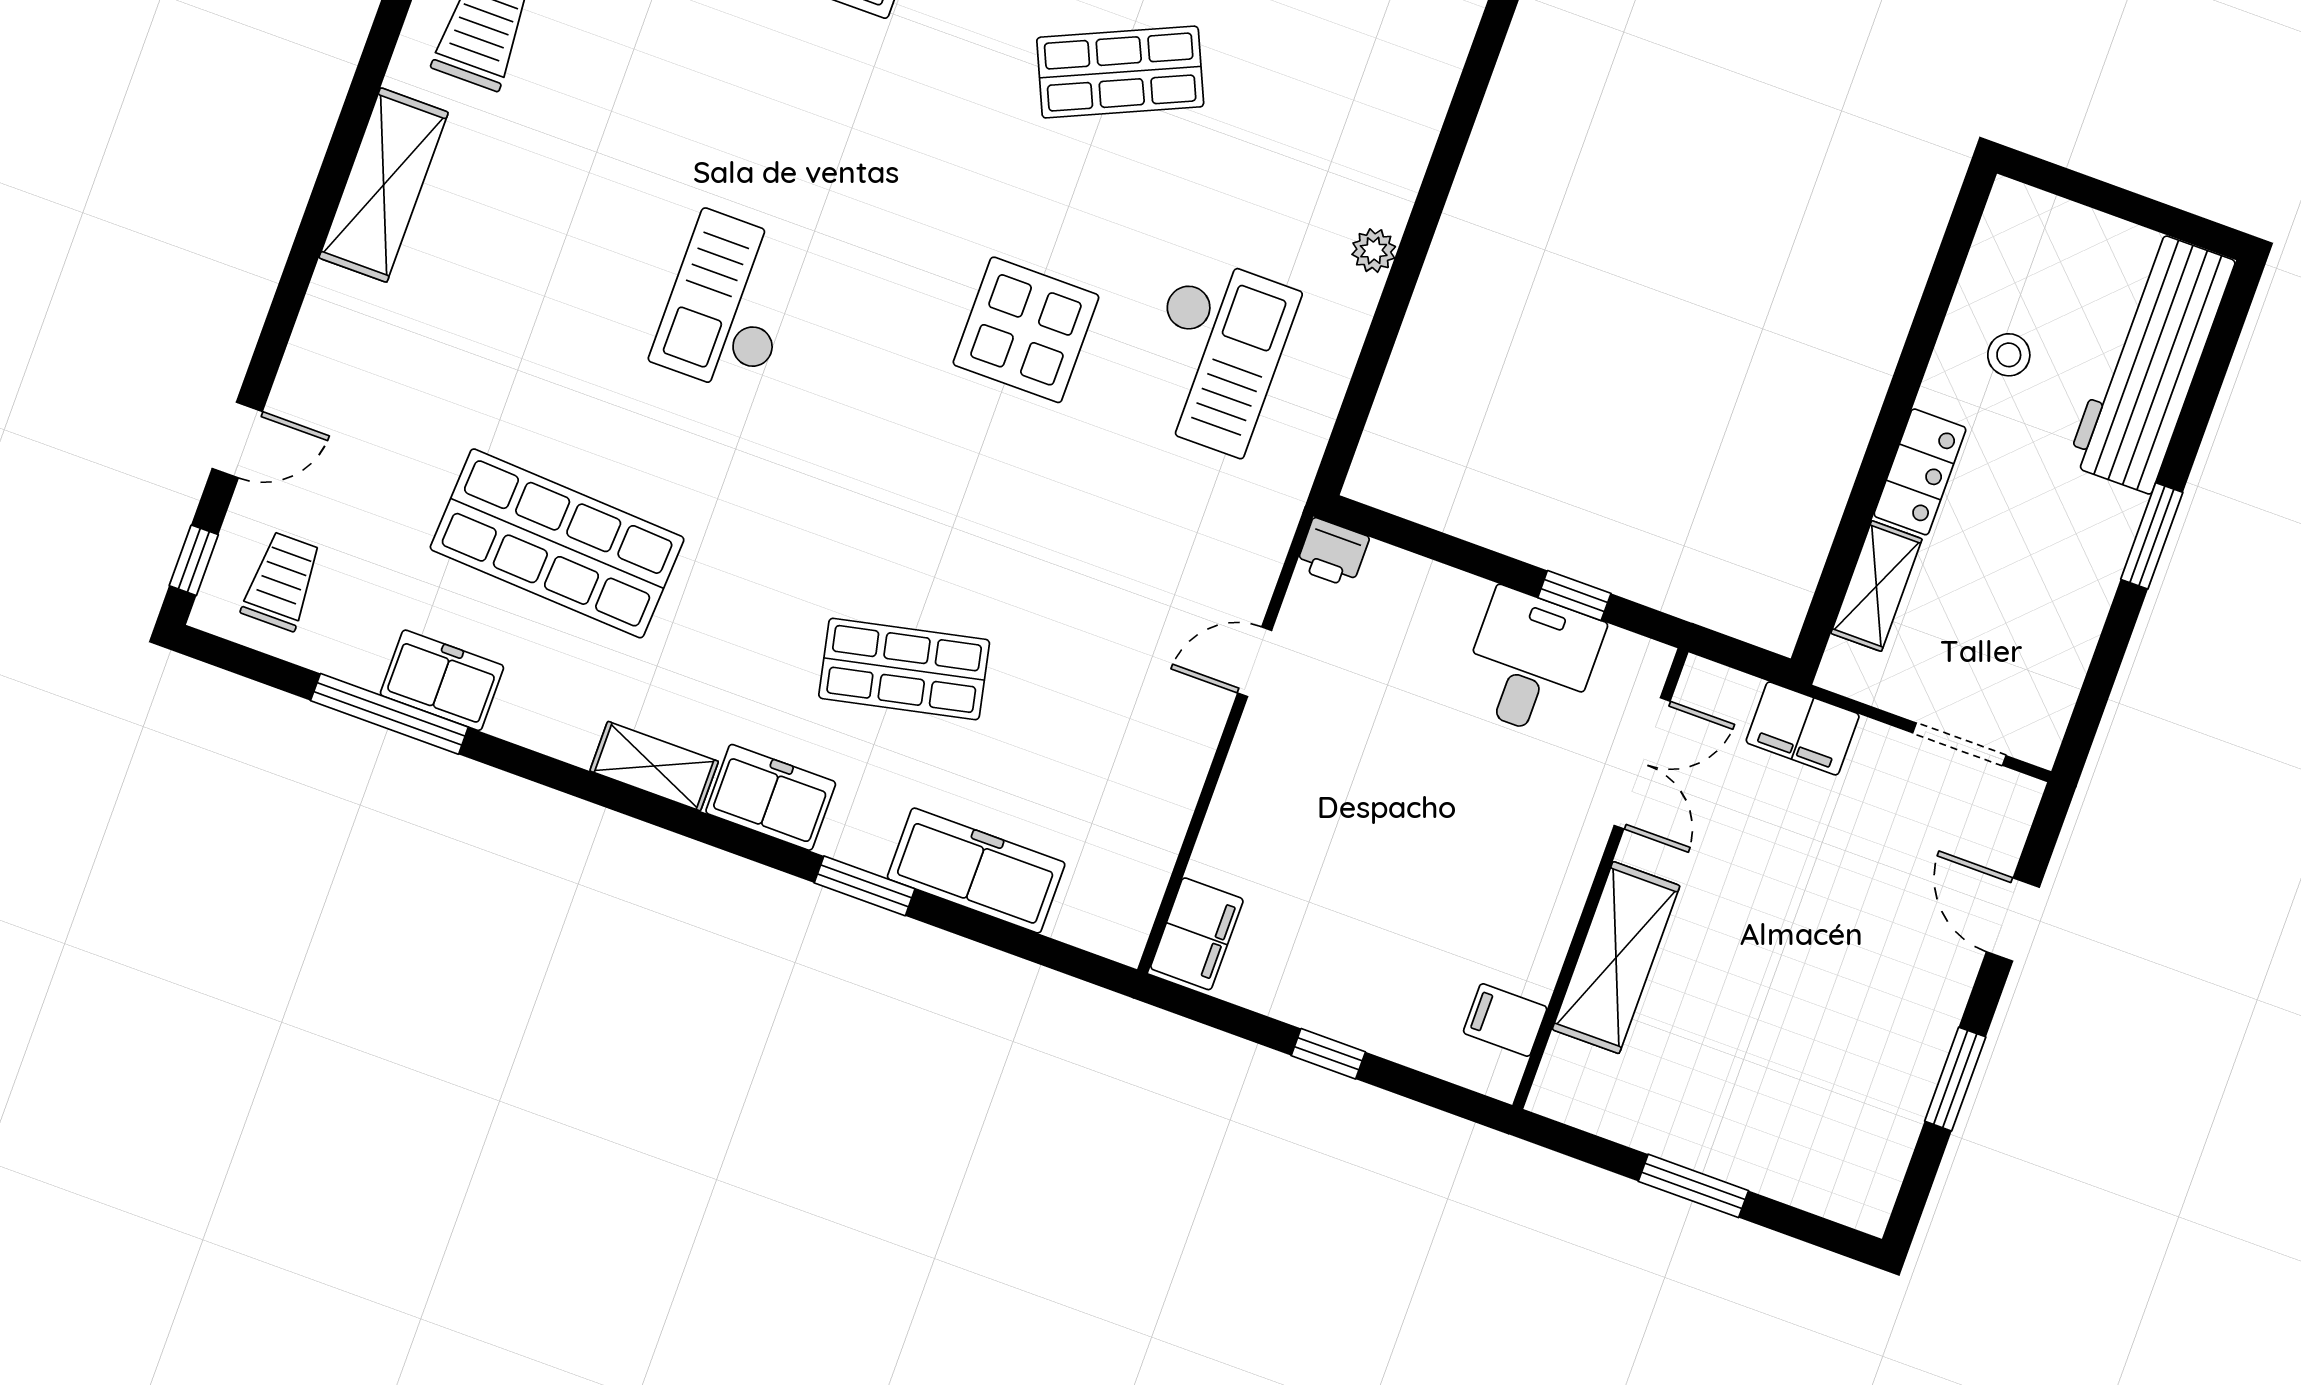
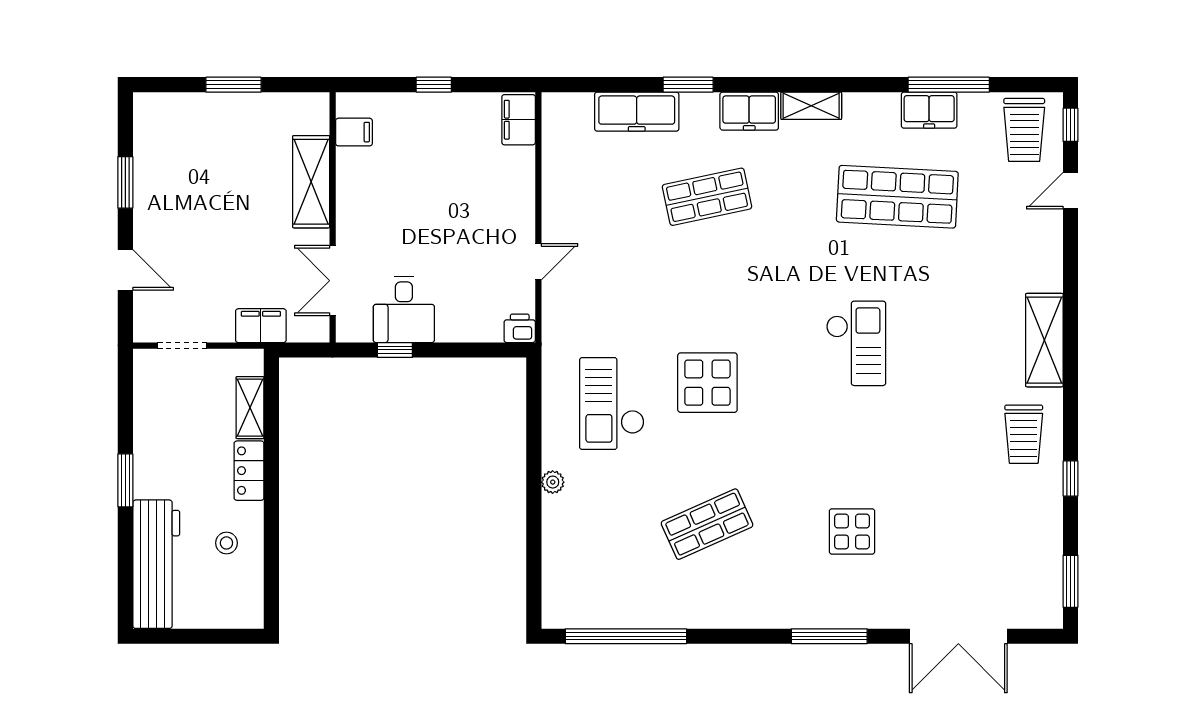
trolley: (282, 581) -> (1024, 130), width x1.36, depth x1.39

